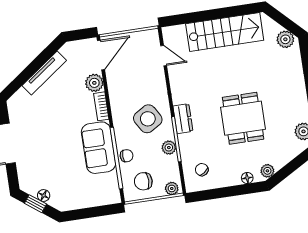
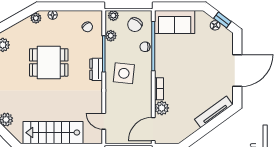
tv unit: (44, 73) -> (214, 112), moved
dining table: (243, 118) -> (49, 62), turned 90
side table: (148, 119) -> (124, 73), turned 37
sofa: (98, 148) -> (175, 22), moved, turned 90
plant: (169, 148) -> (111, 36), moved
chair: (143, 181) -> (135, 25), turned 123

